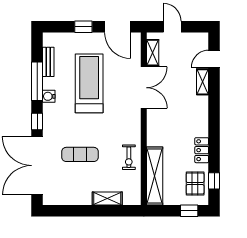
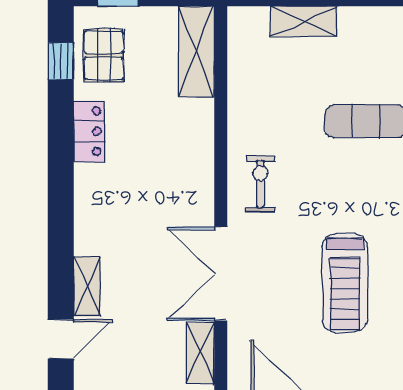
treadmill: (89, 83) -> (345, 283), width x0.73, depth x0.73
exercise bike: (129, 157) -> (260, 184), moved
shelving: (155, 176) -> (196, 51), width x0.68

